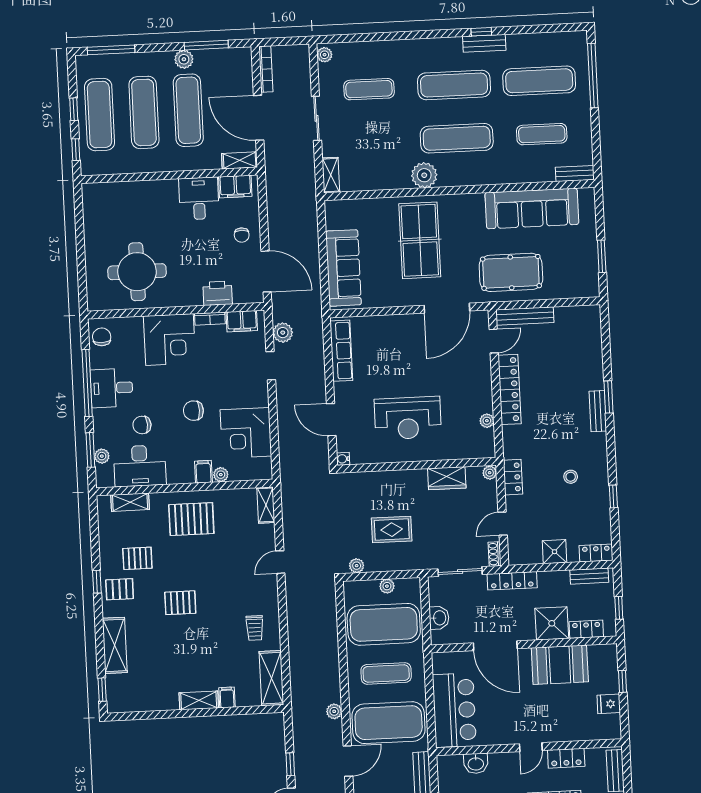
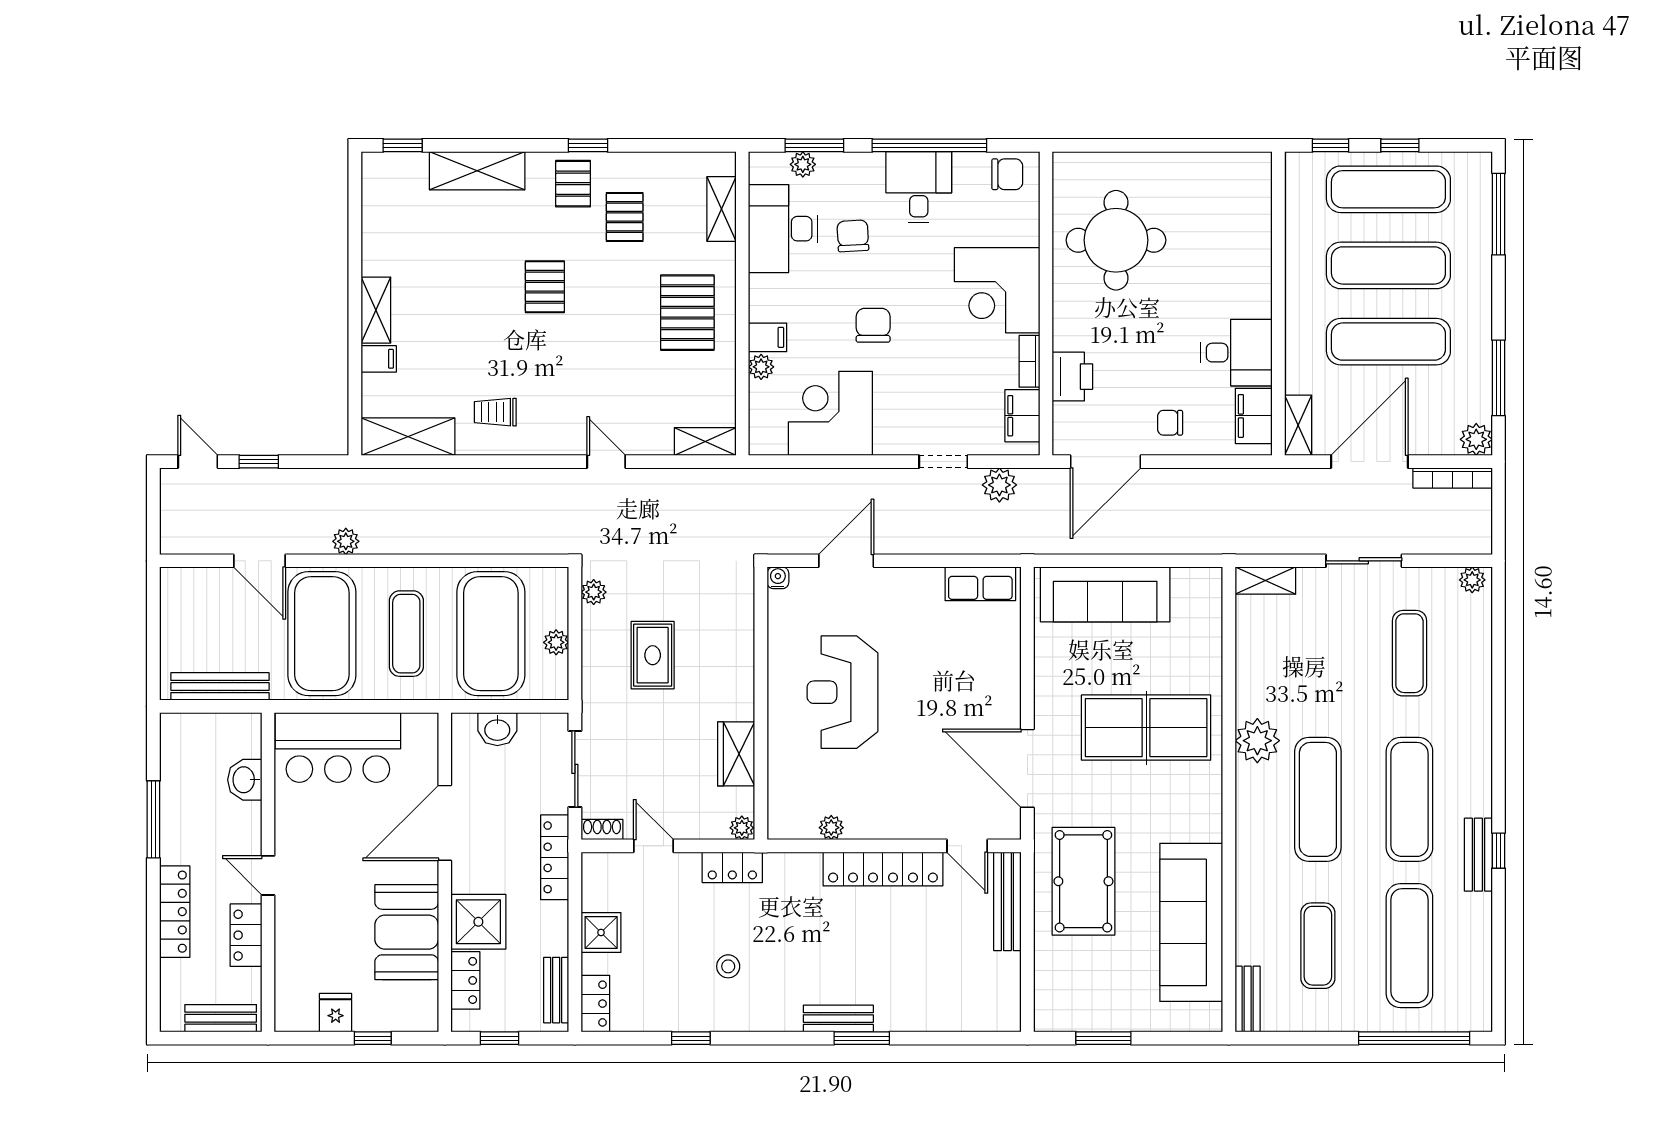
plant: (184, 59) -> (1476, 439), moved
row of seats: (341, 351) -> (980, 584), width x0.68

